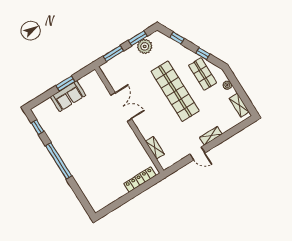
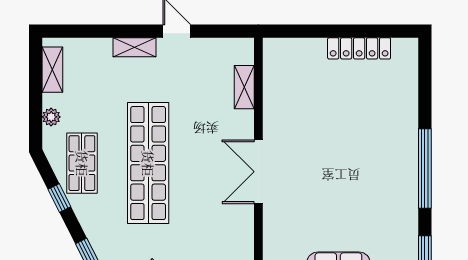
double door: (121, 107) -> (258, 172), moved
locker: (140, 179) -> (359, 48), moved

